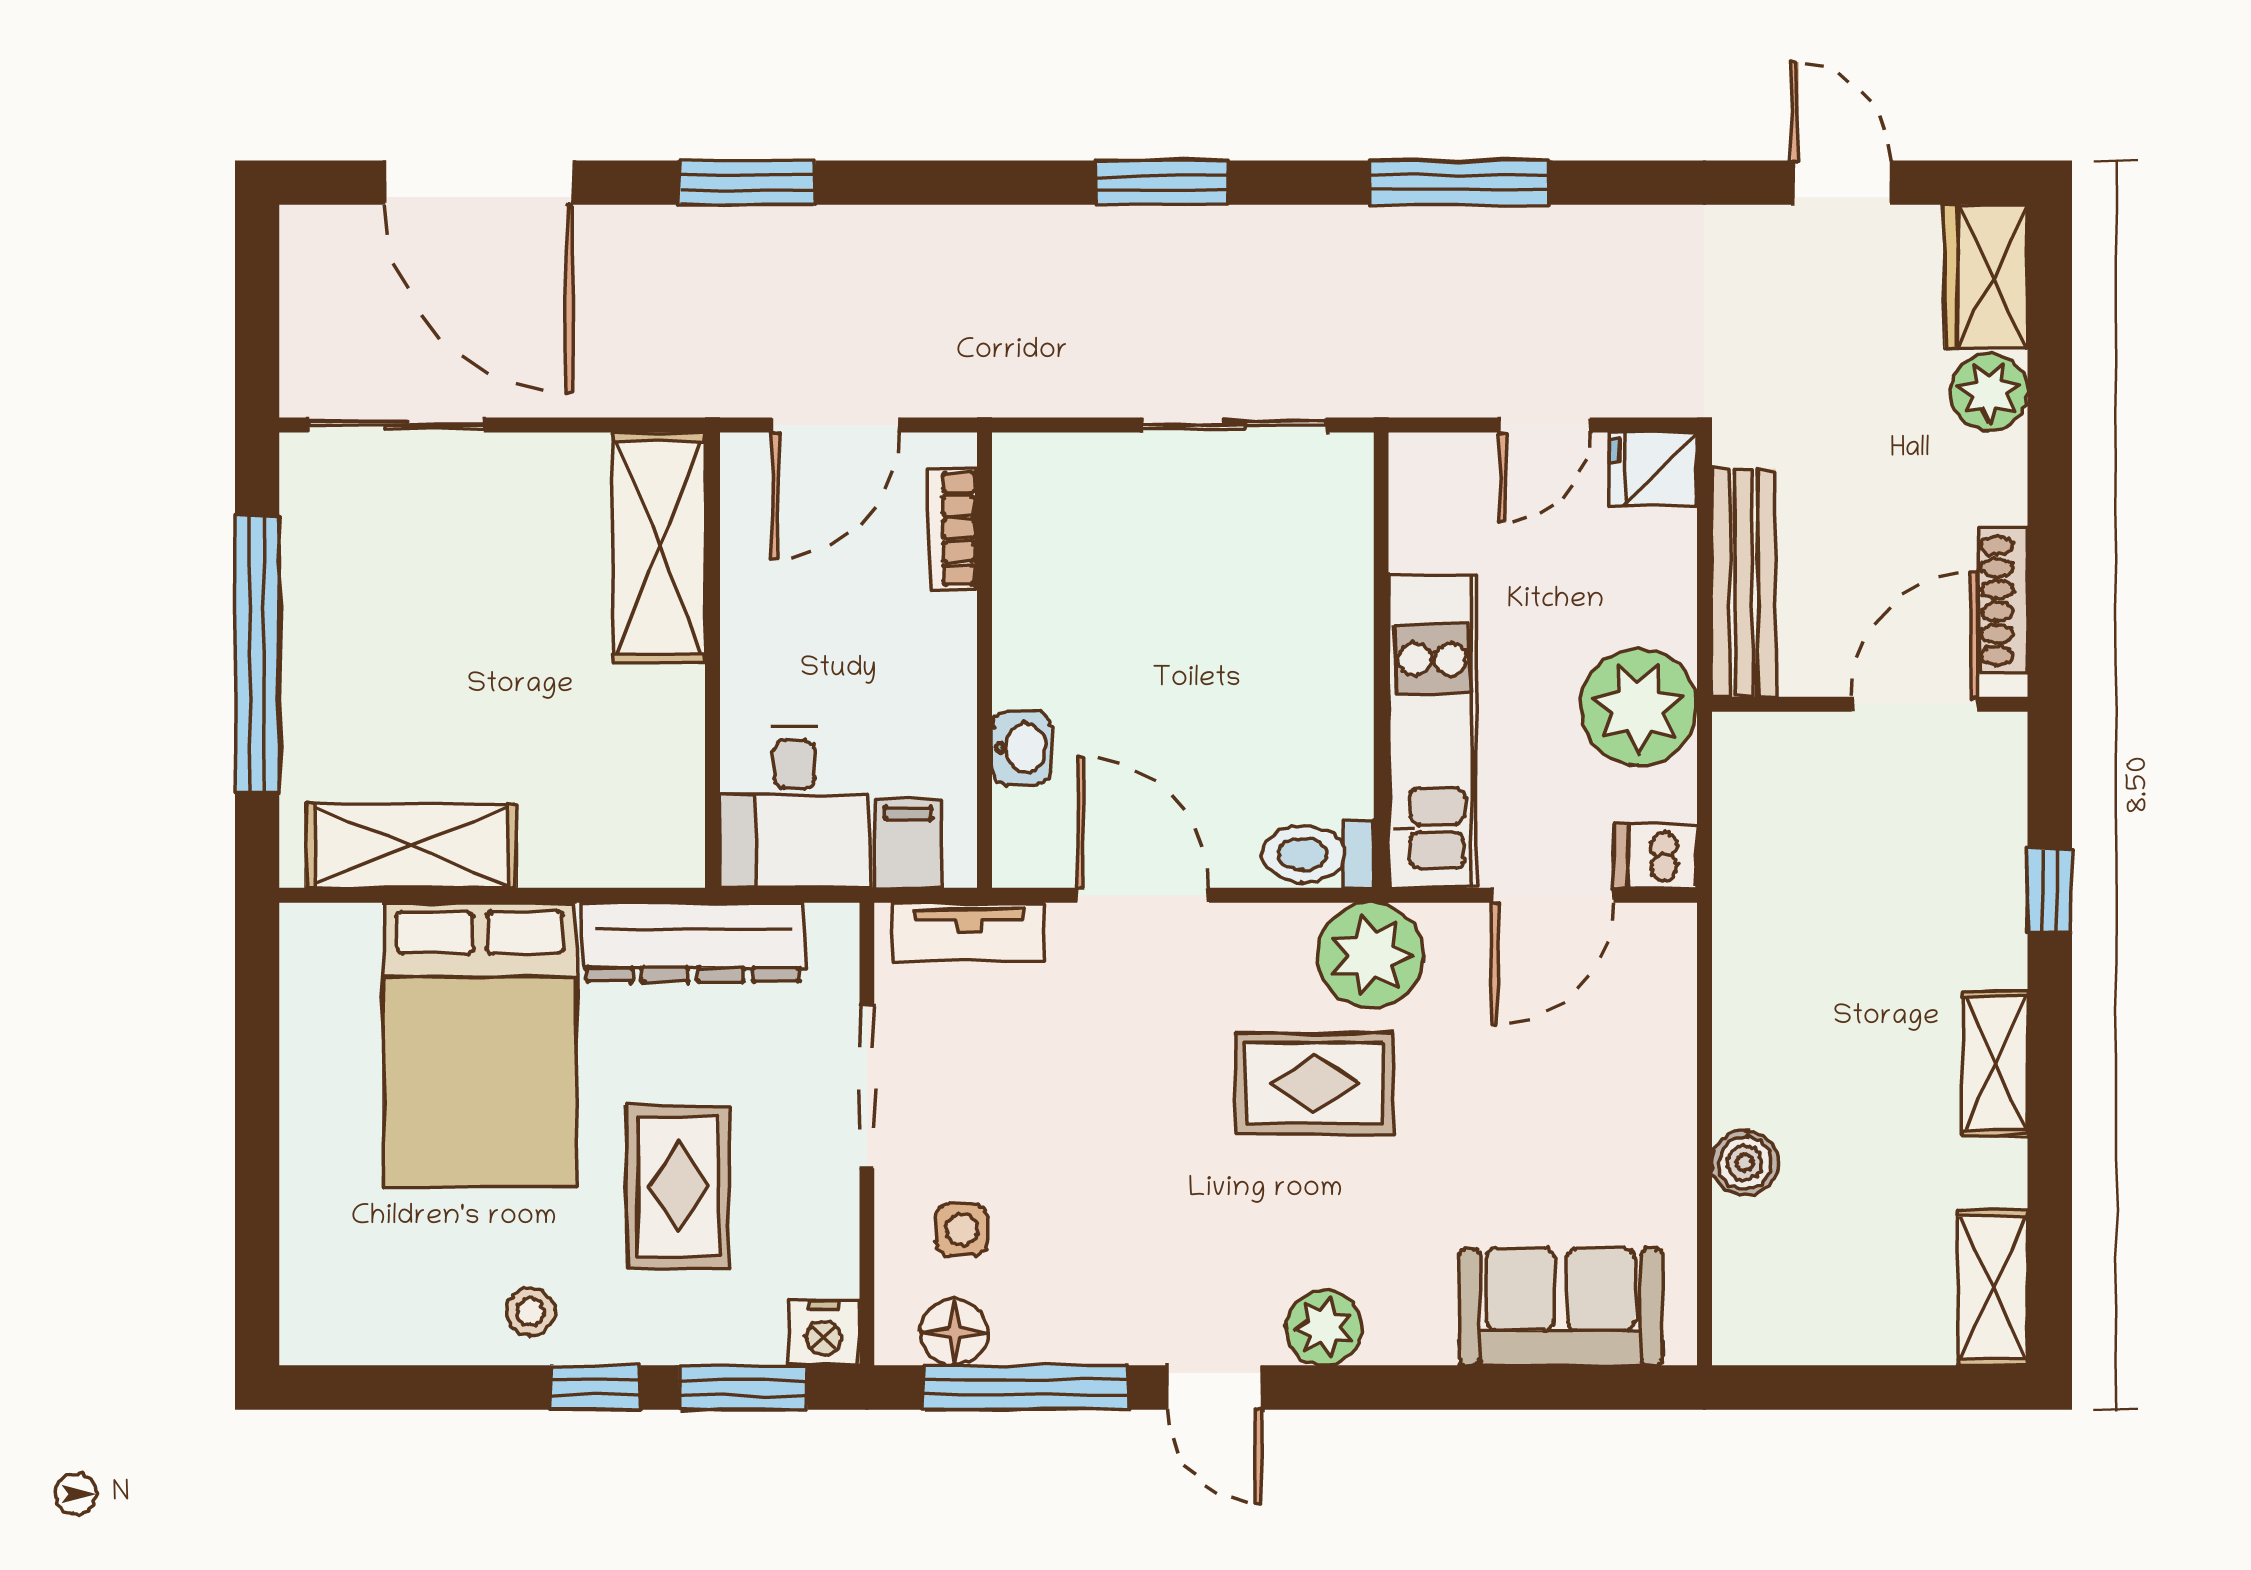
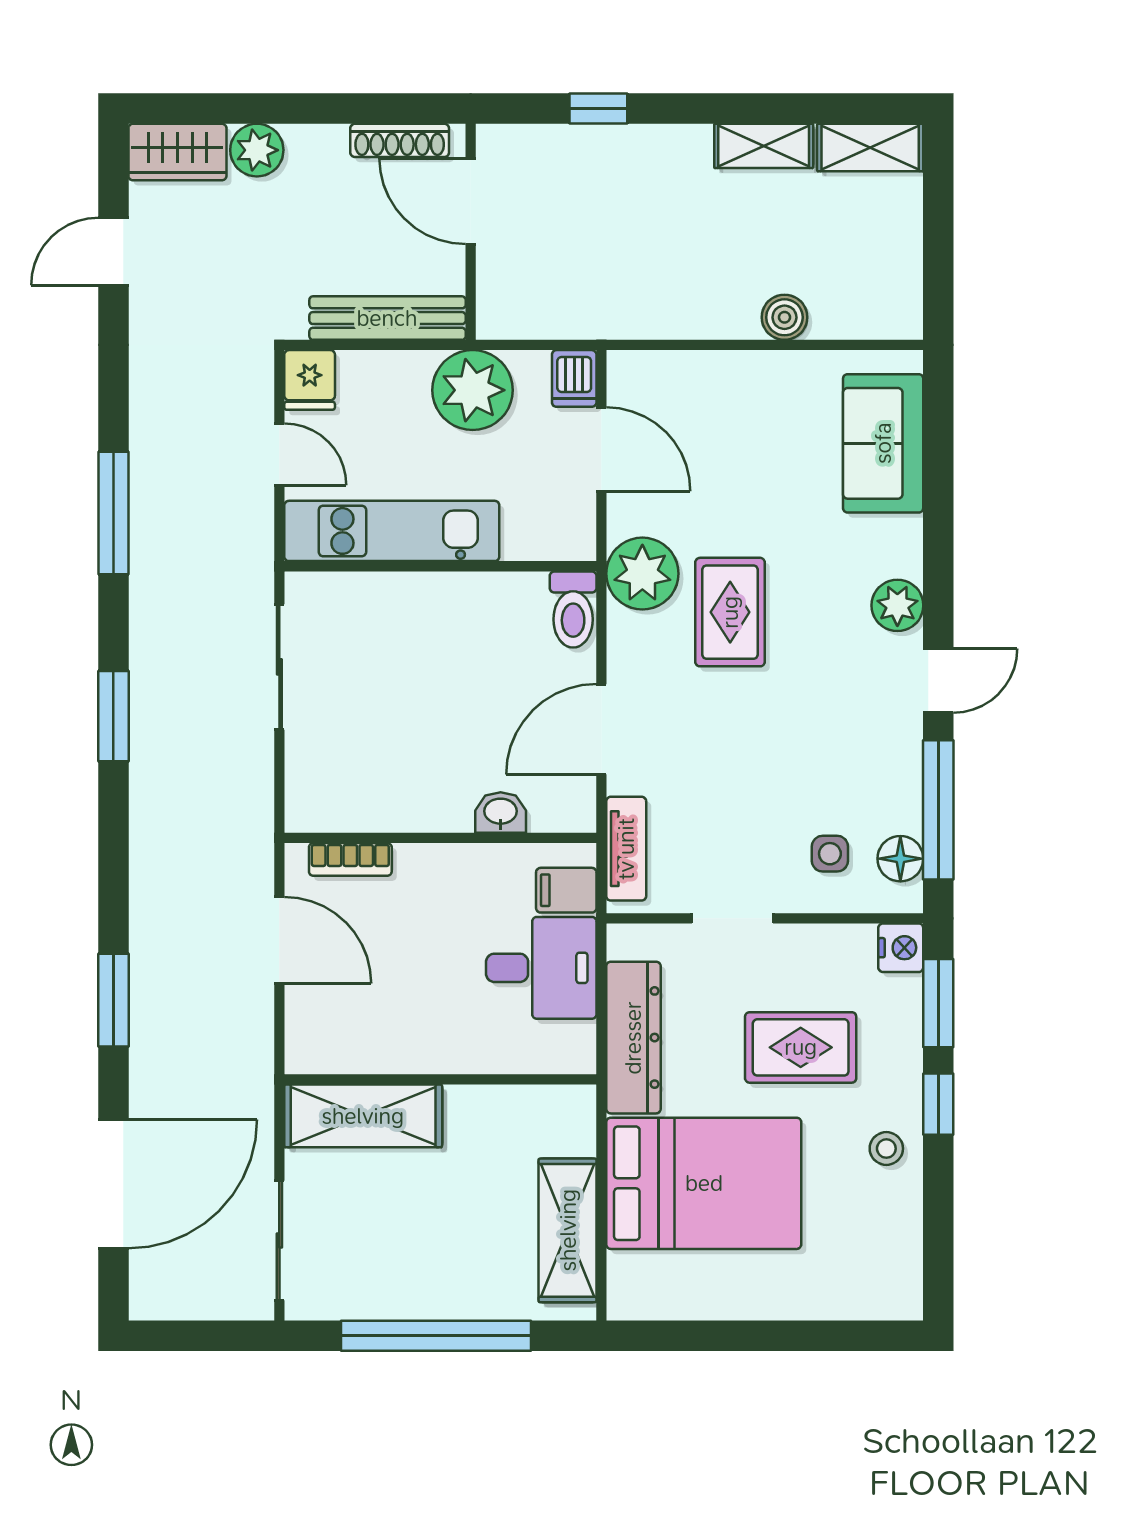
shelving: (659, 547) -> (363, 1116), moved
wall: (713, 660) -> (440, 1079), moved
kitchen unit: (1433, 731) -> (392, 531), moved
shelving: (1995, 1063) -> (764, 146), moved
doorway: (867, 1087) -> (733, 918), width x0.73

